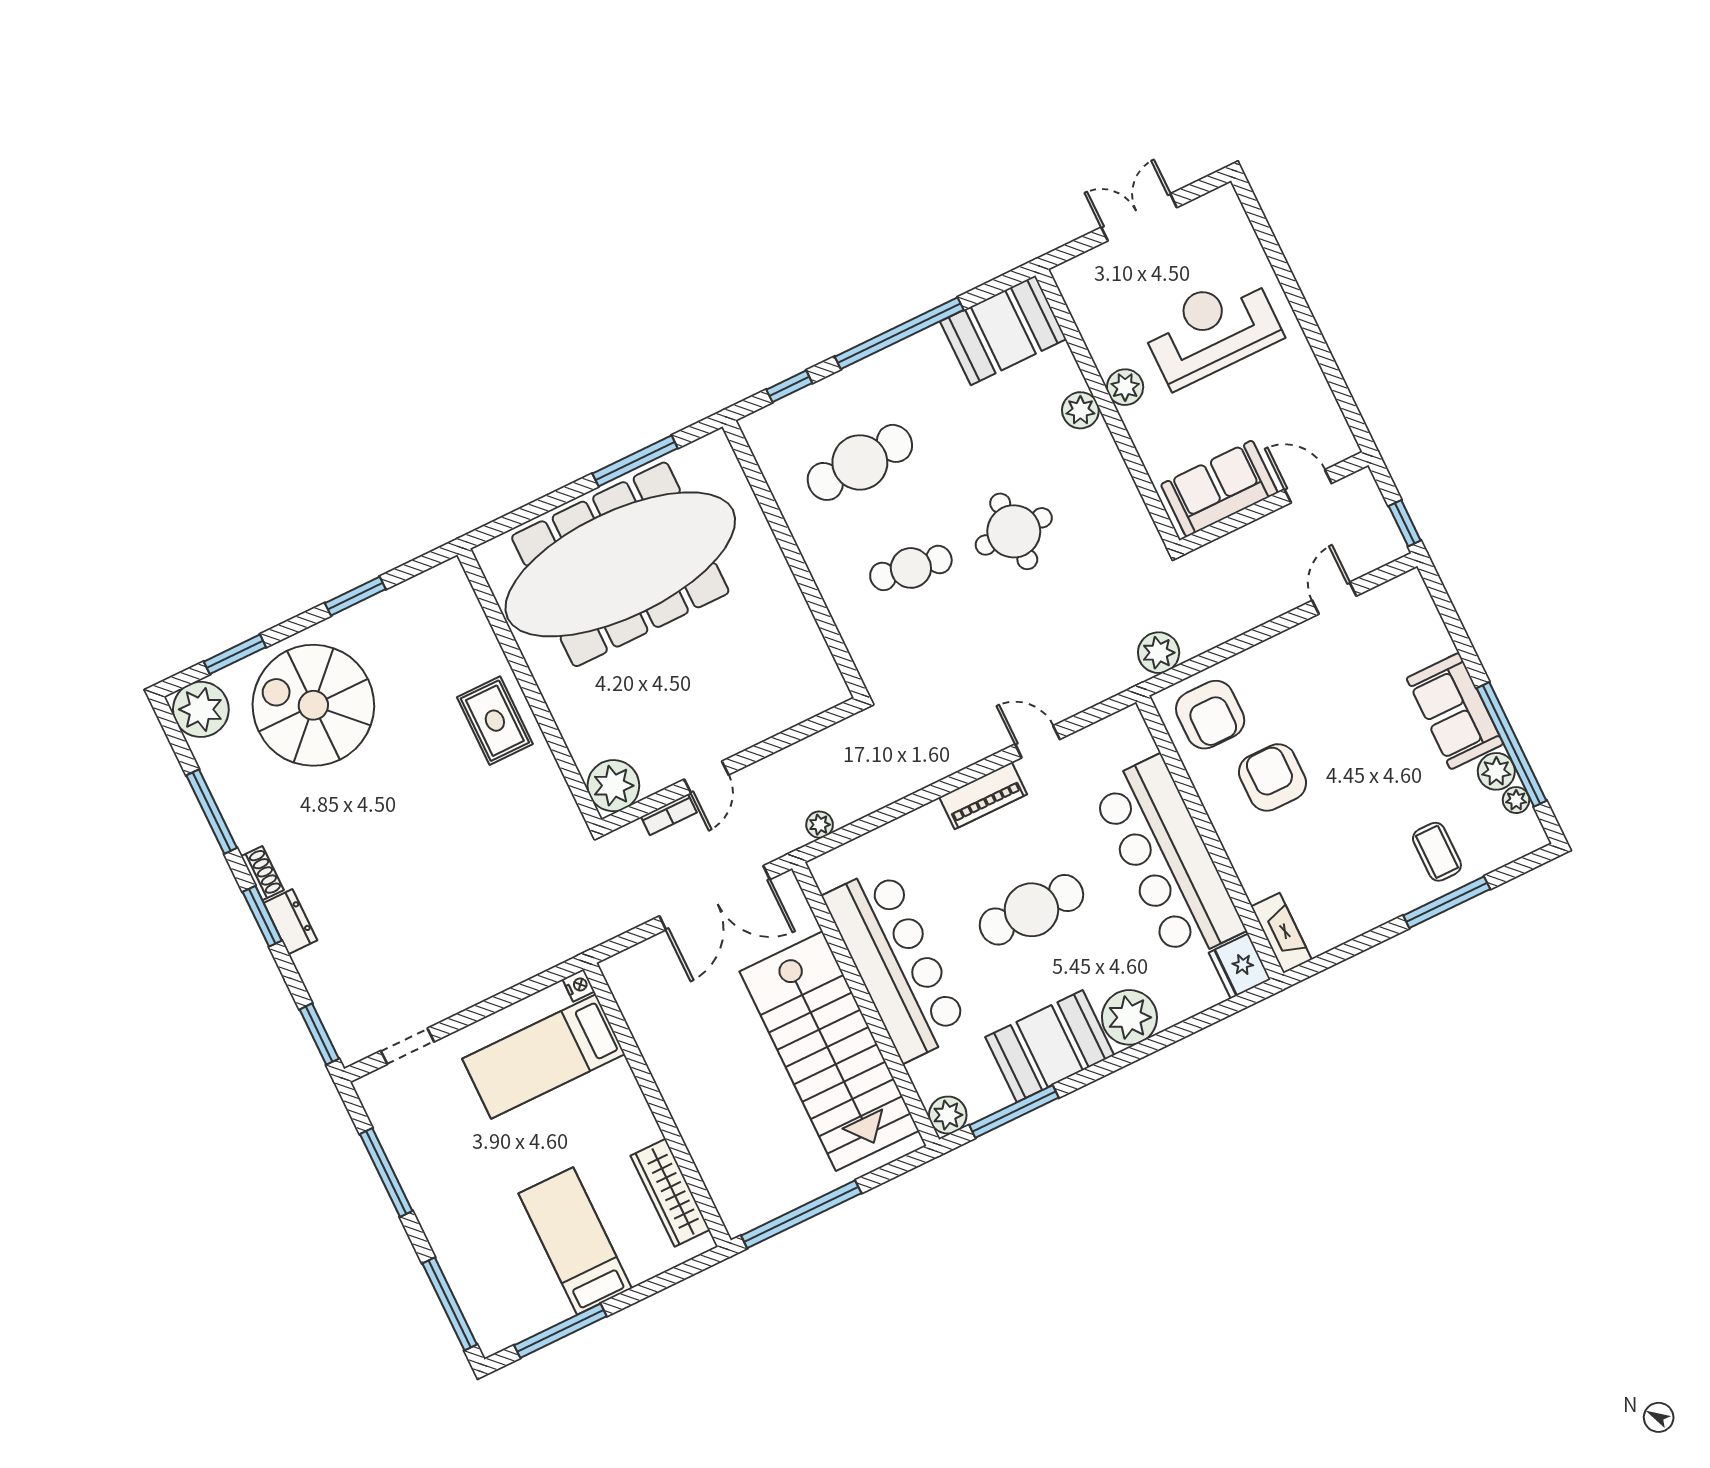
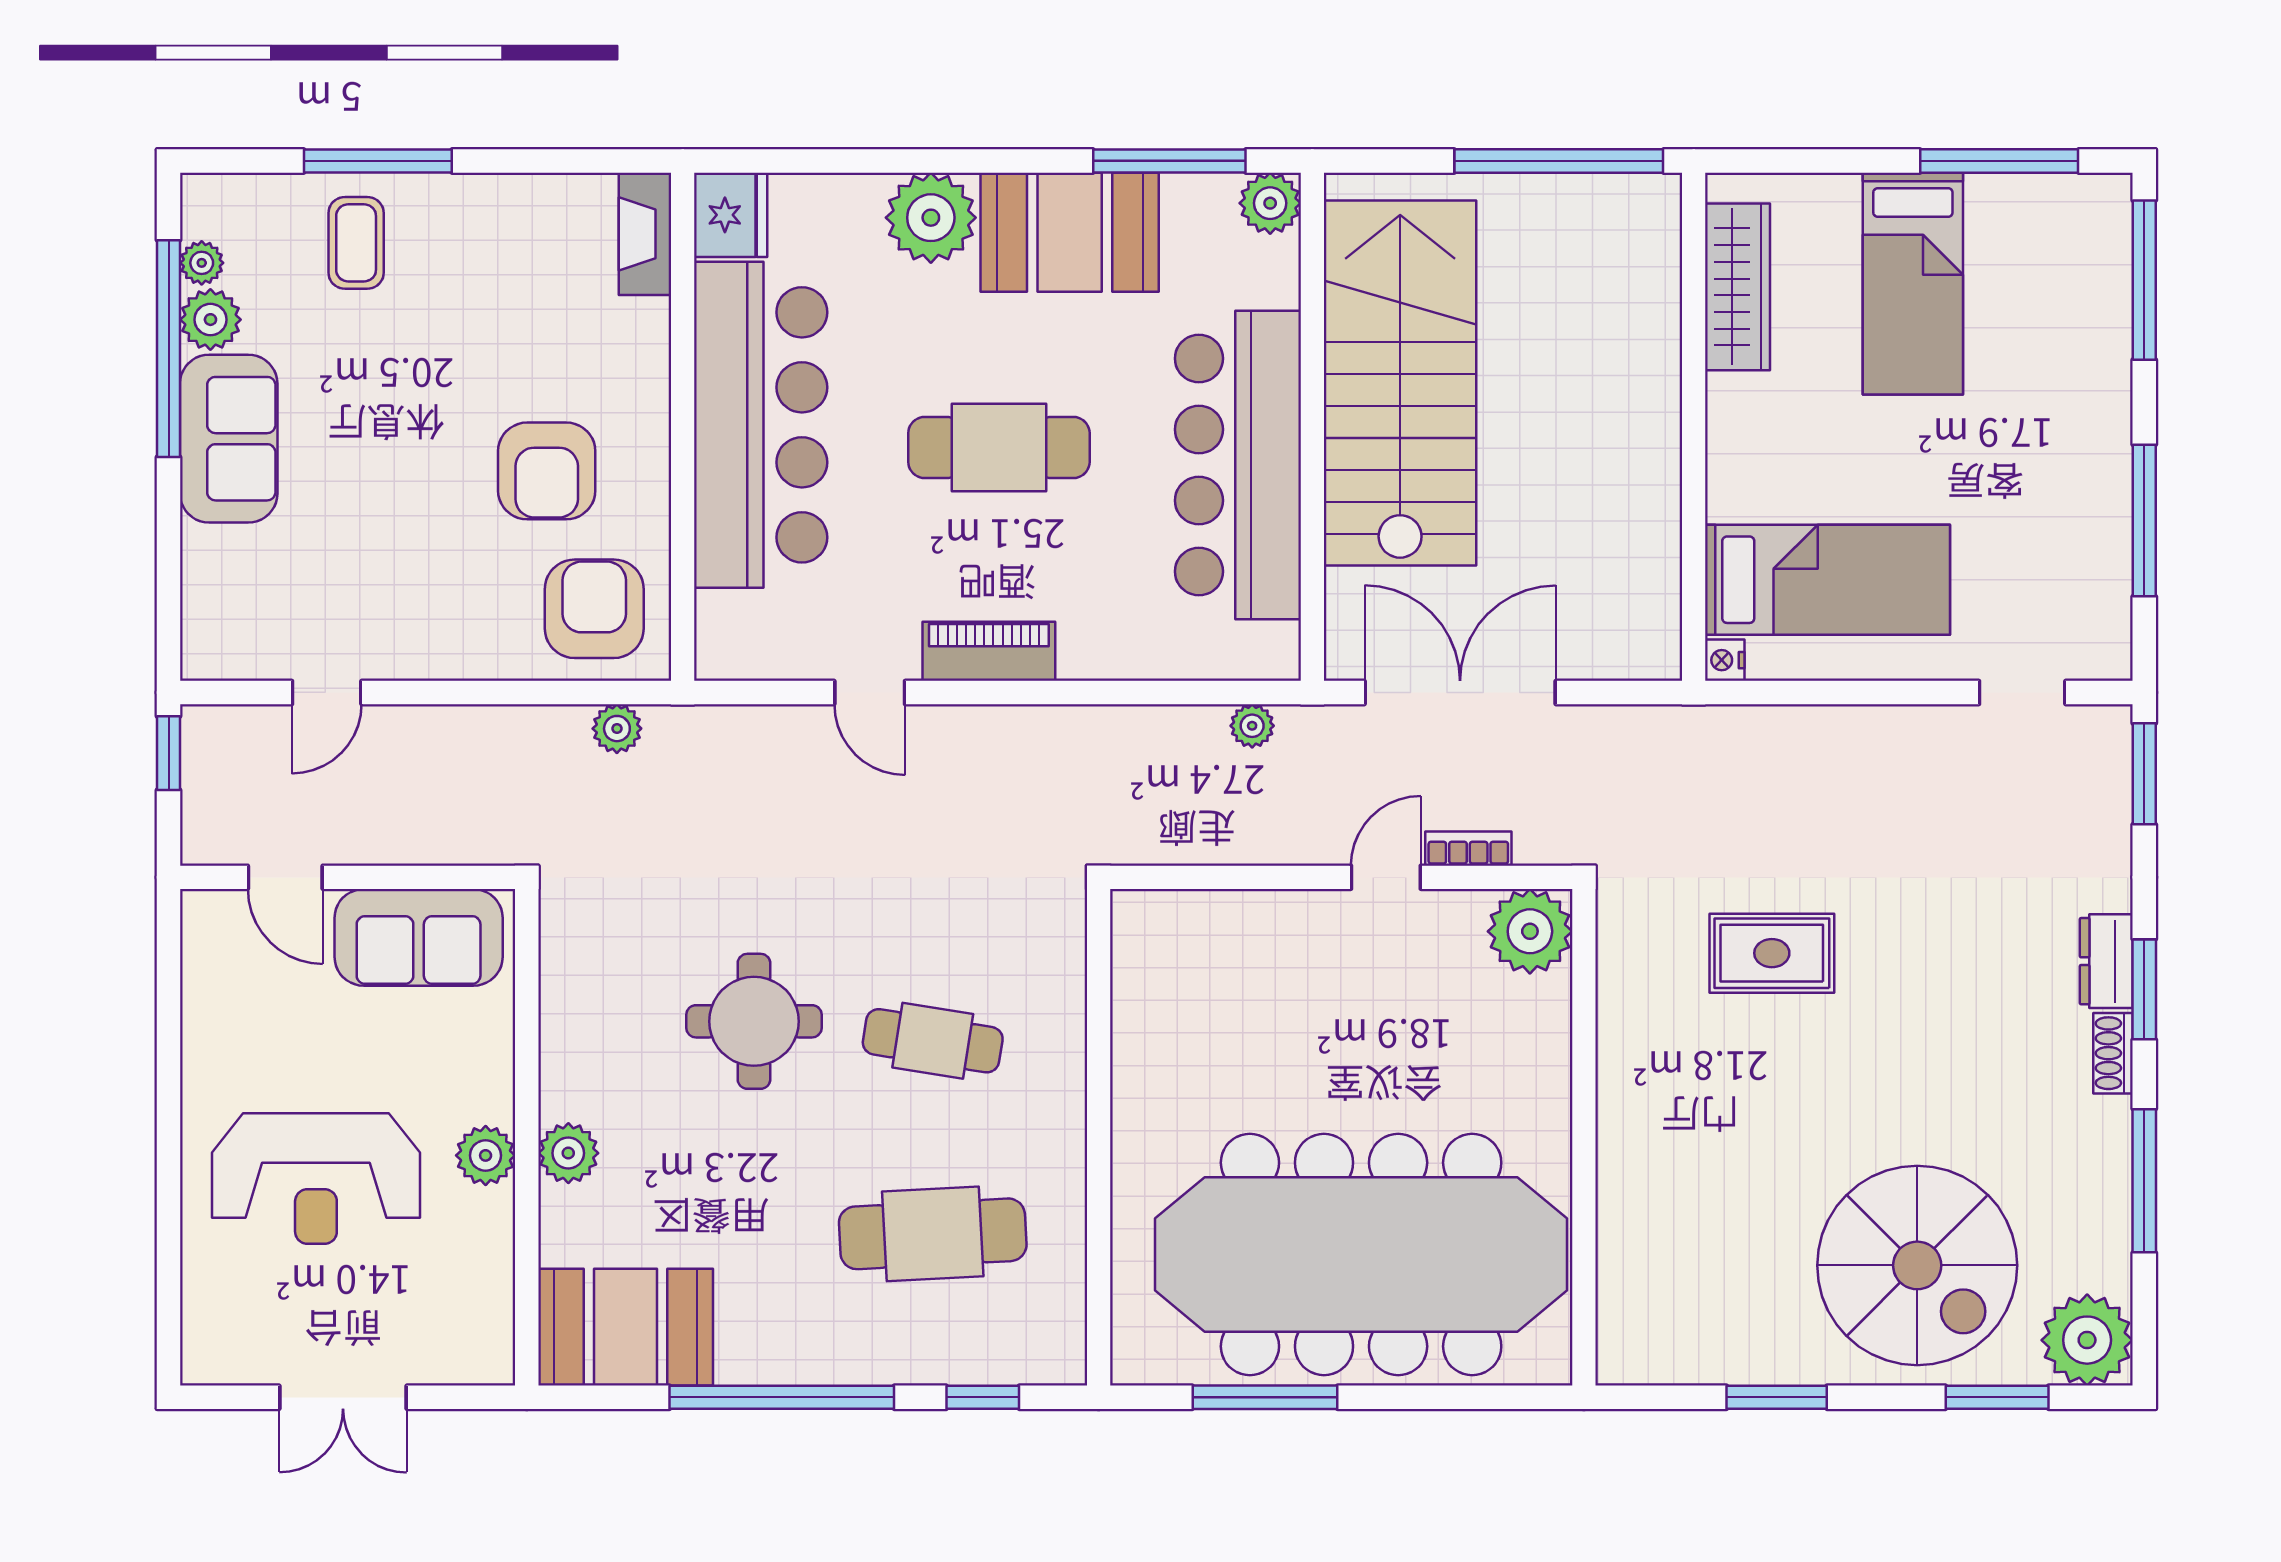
plant: (1159, 653) -> (617, 729), width x0.73, depth x0.73
rug: (495, 721) -> (1772, 953), moved, turned 90

